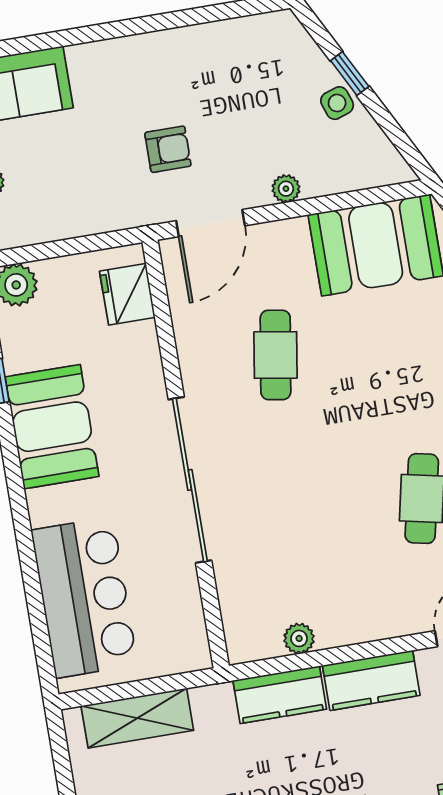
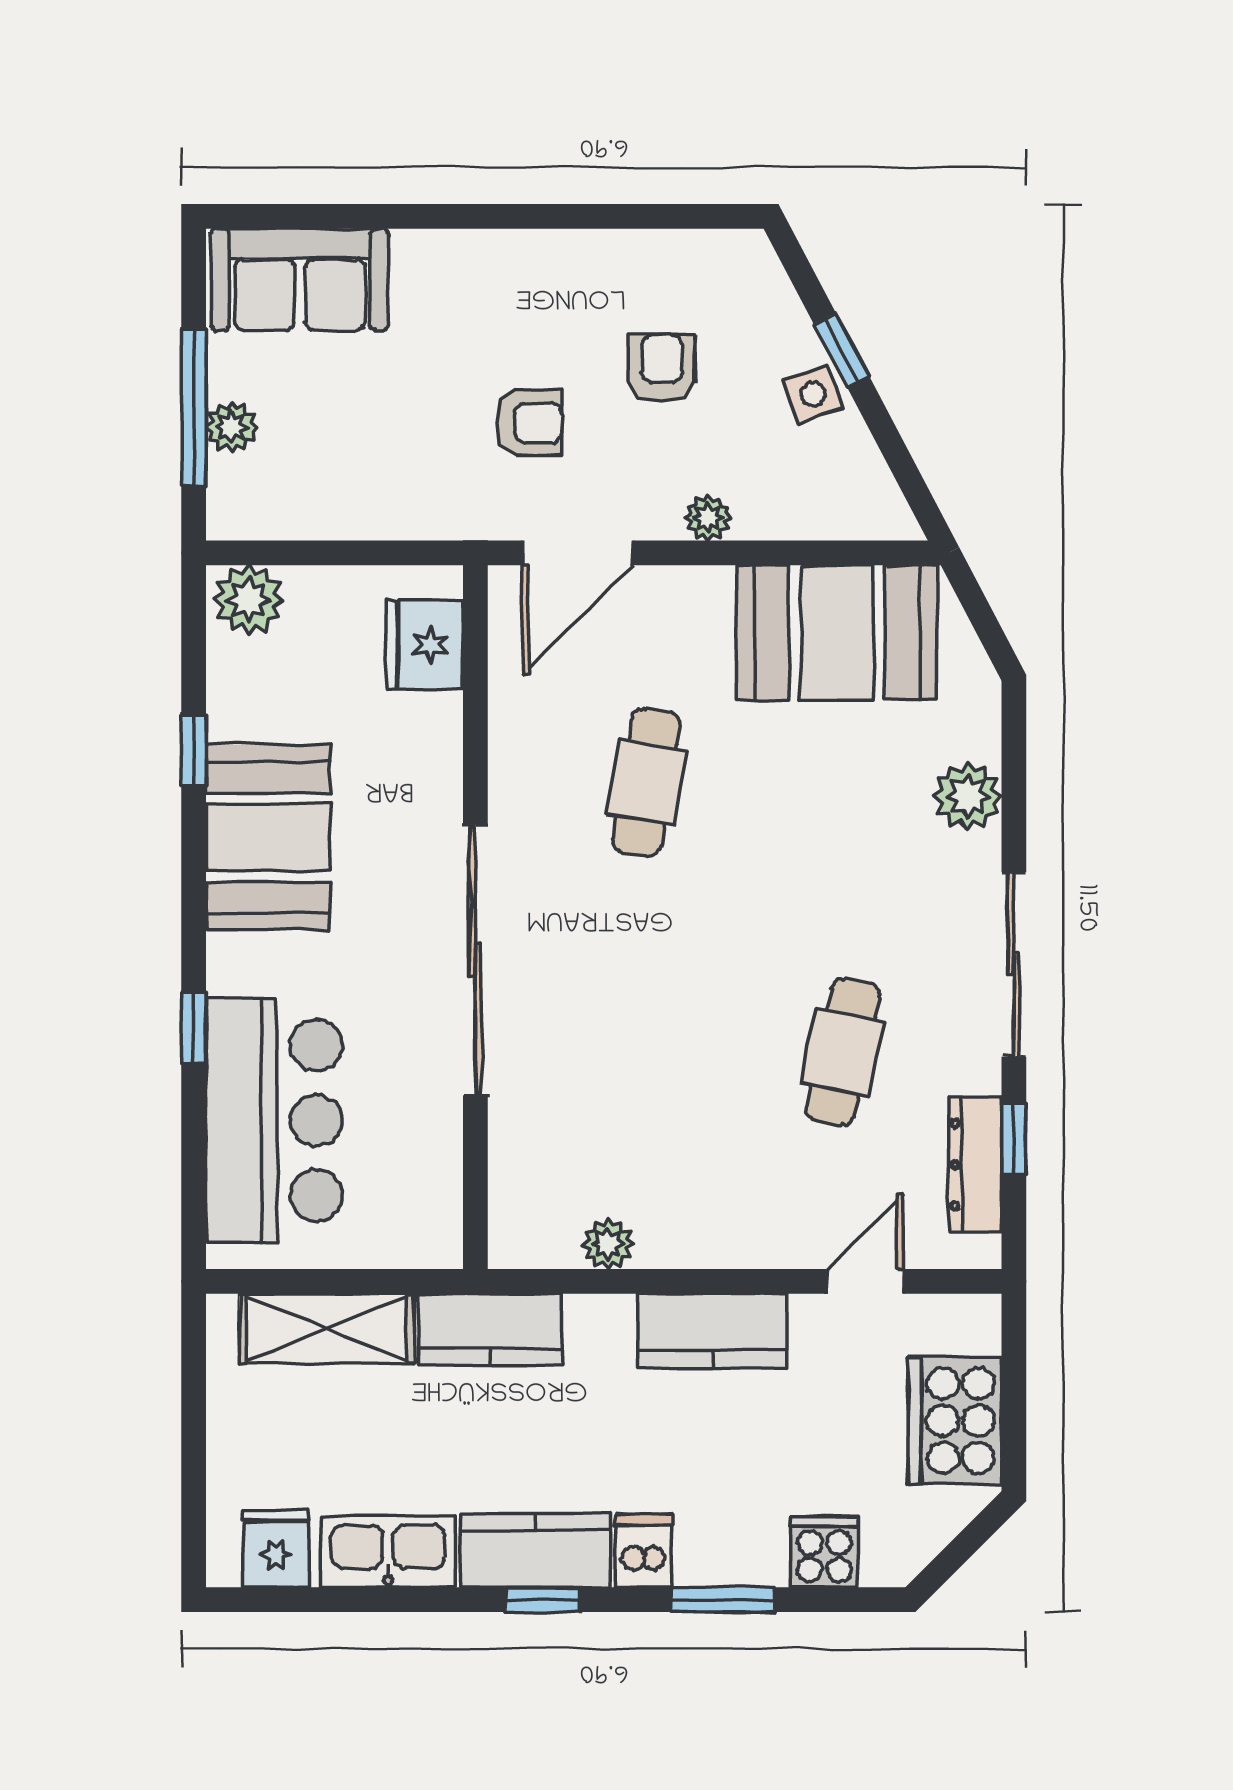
armchair: (243, 103) -> (662, 368), added
window: (26, 549) -> (194, 1027), added
kitchen counter: (280, 695) -> (490, 1329), moved

